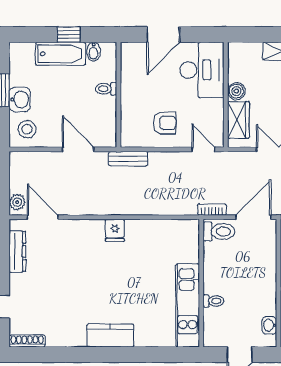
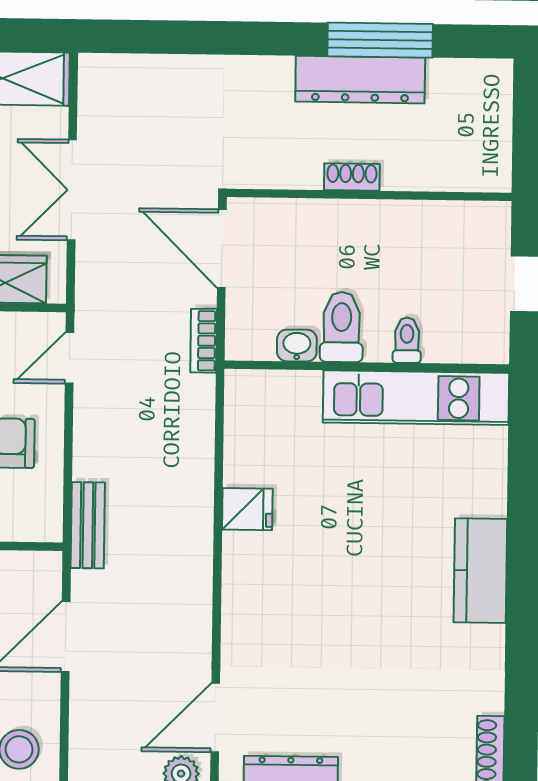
fridge: (115, 230) -> (247, 509), moved
toilet: (219, 232) -> (342, 327), moved
washbasin: (269, 325) -> (297, 346), moved, turned 180

